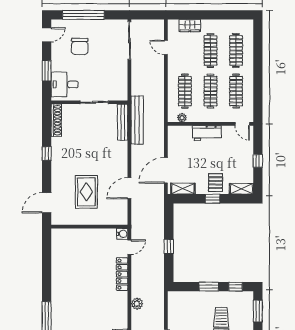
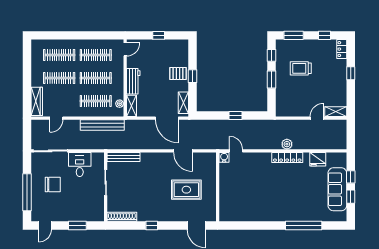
wardrobe: (190, 26) -> (37, 101), width x1.50
door: (47, 35) -> (45, 225), swing flipped
chair: (80, 46) -> (53, 184), moved
desk: (65, 84) -> (80, 165), moved, turned 180
bench: (137, 120) -> (102, 125), moved
shelving: (241, 189) -> (132, 106), moved
locker: (122, 274) -> (287, 158), moved

